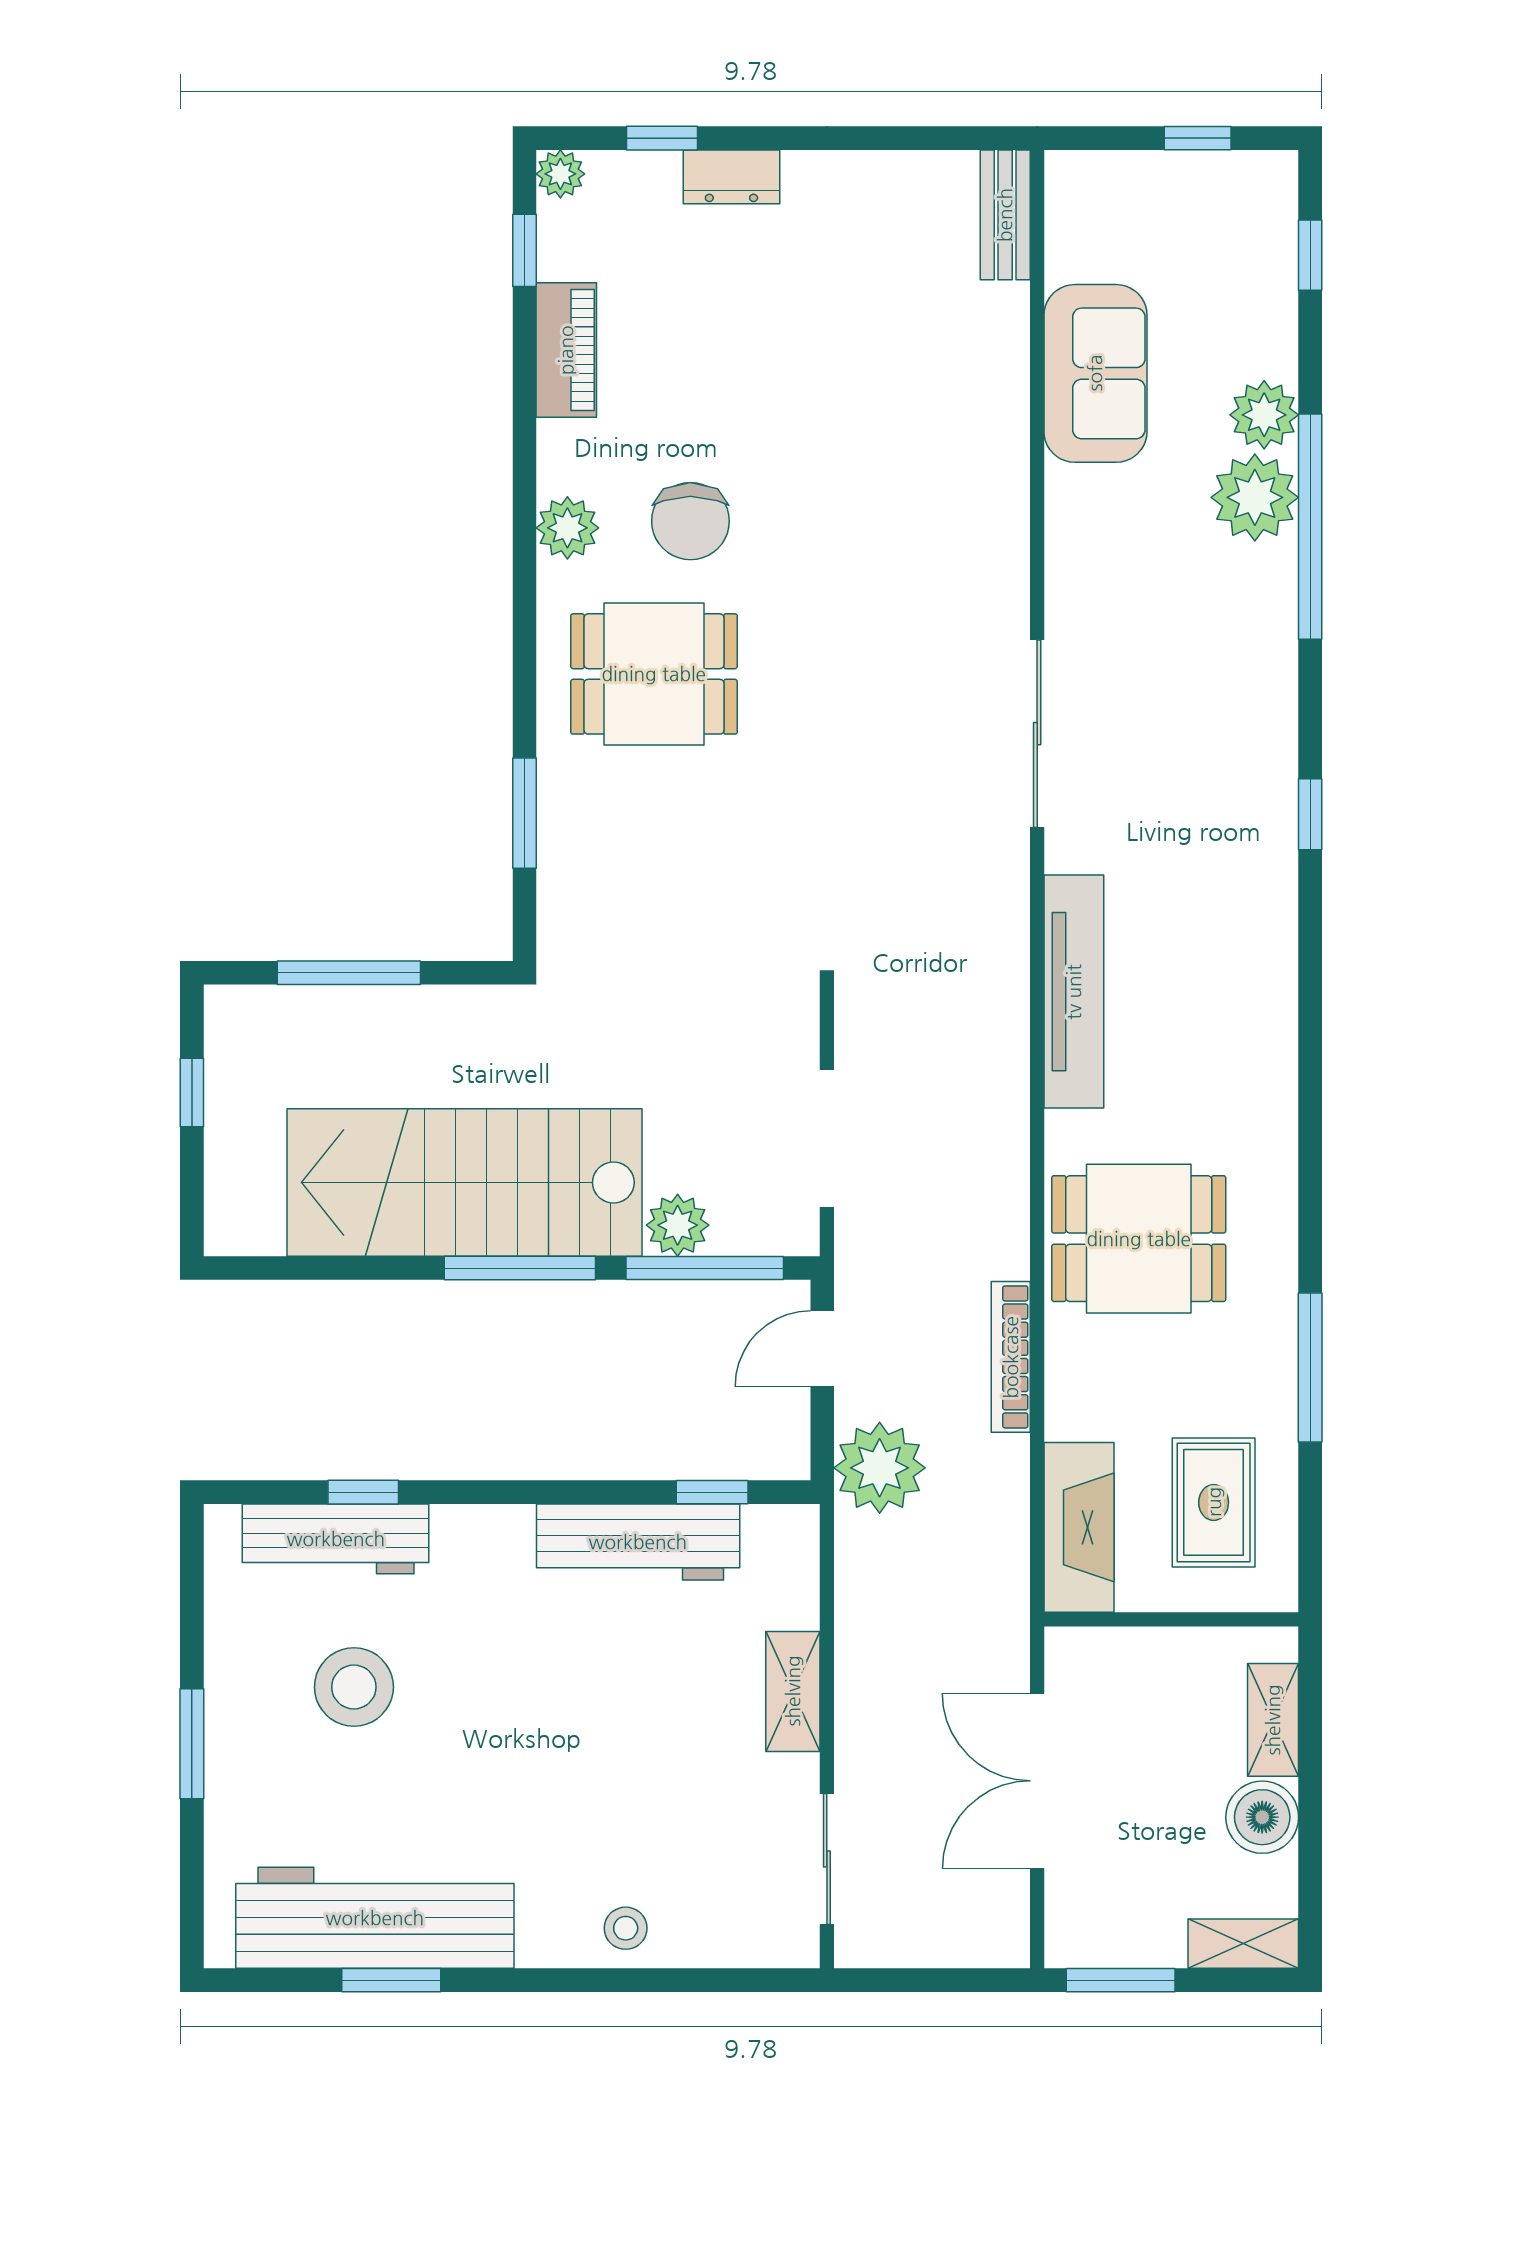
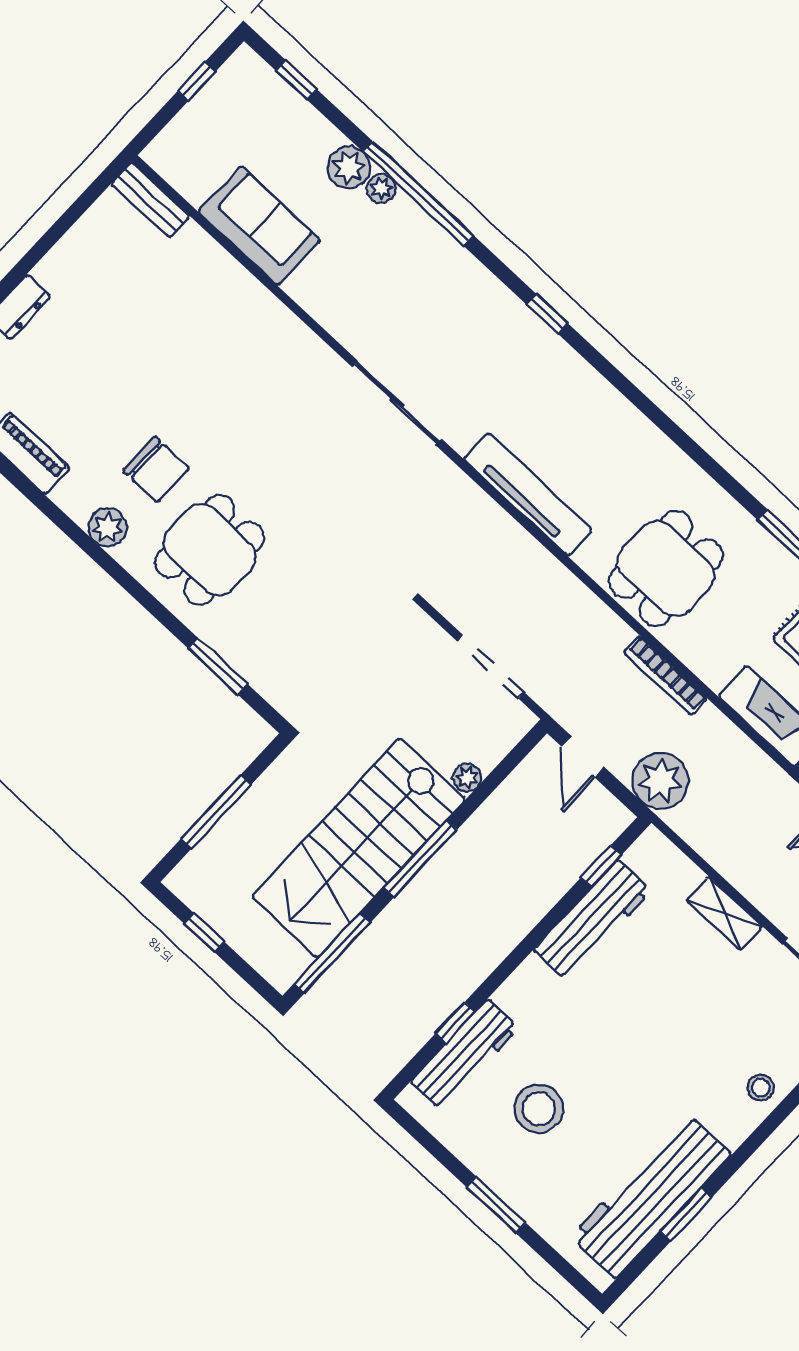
plant: (1255, 497) -> (381, 188), width x0.53, depth x0.53
plant: (678, 1225) -> (467, 777), width x0.73, depth x0.73
window: (705, 1268) -> (332, 953), moved

